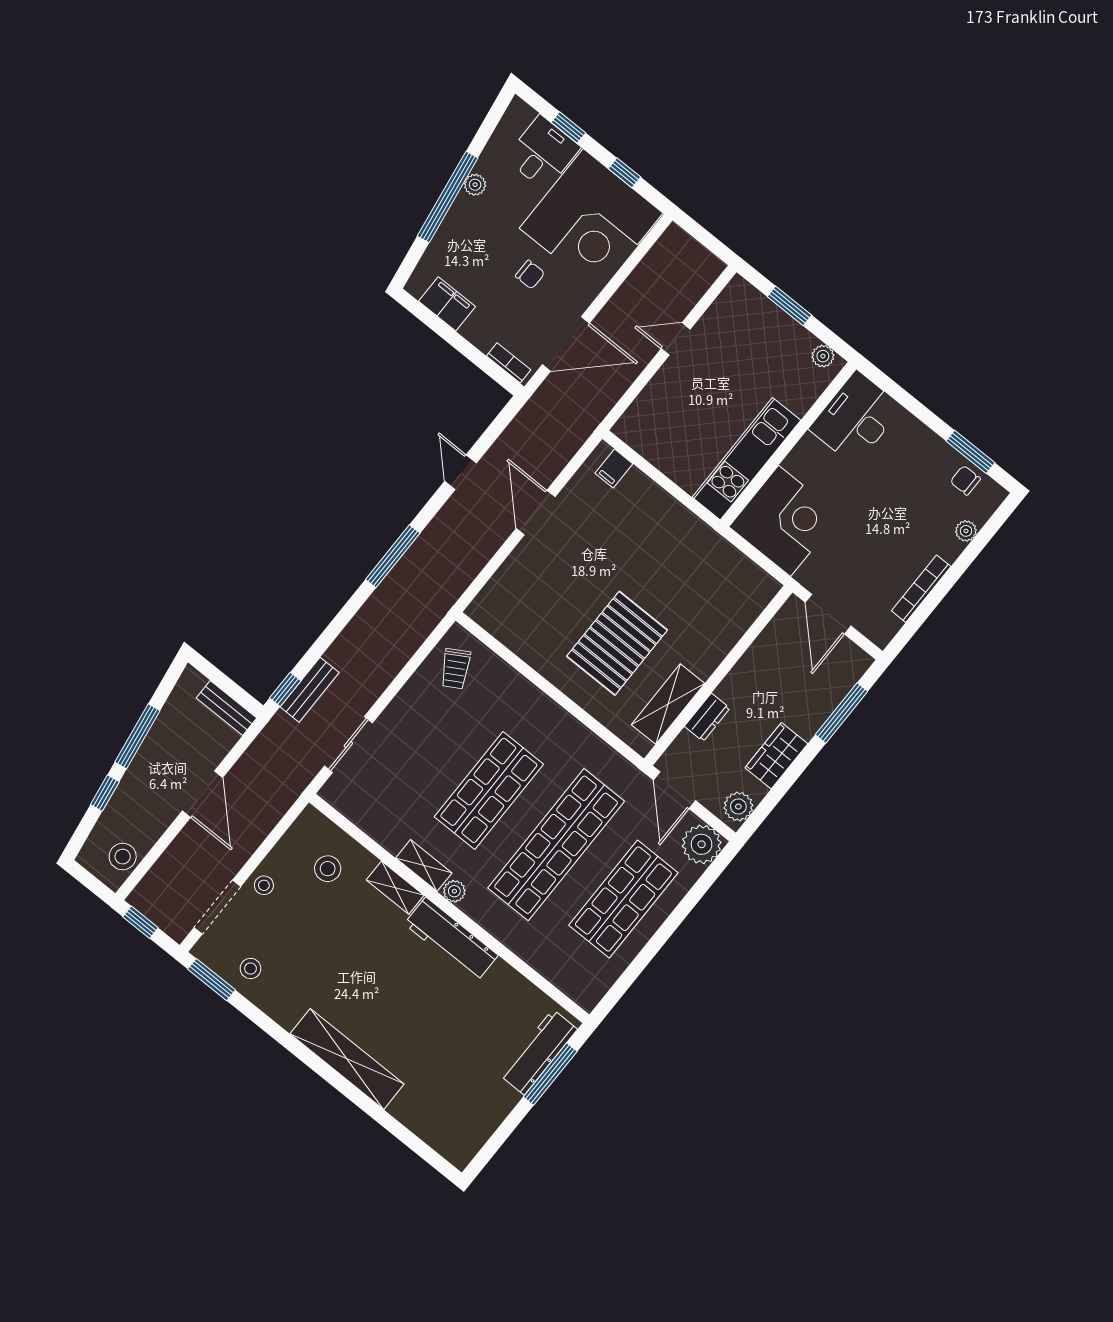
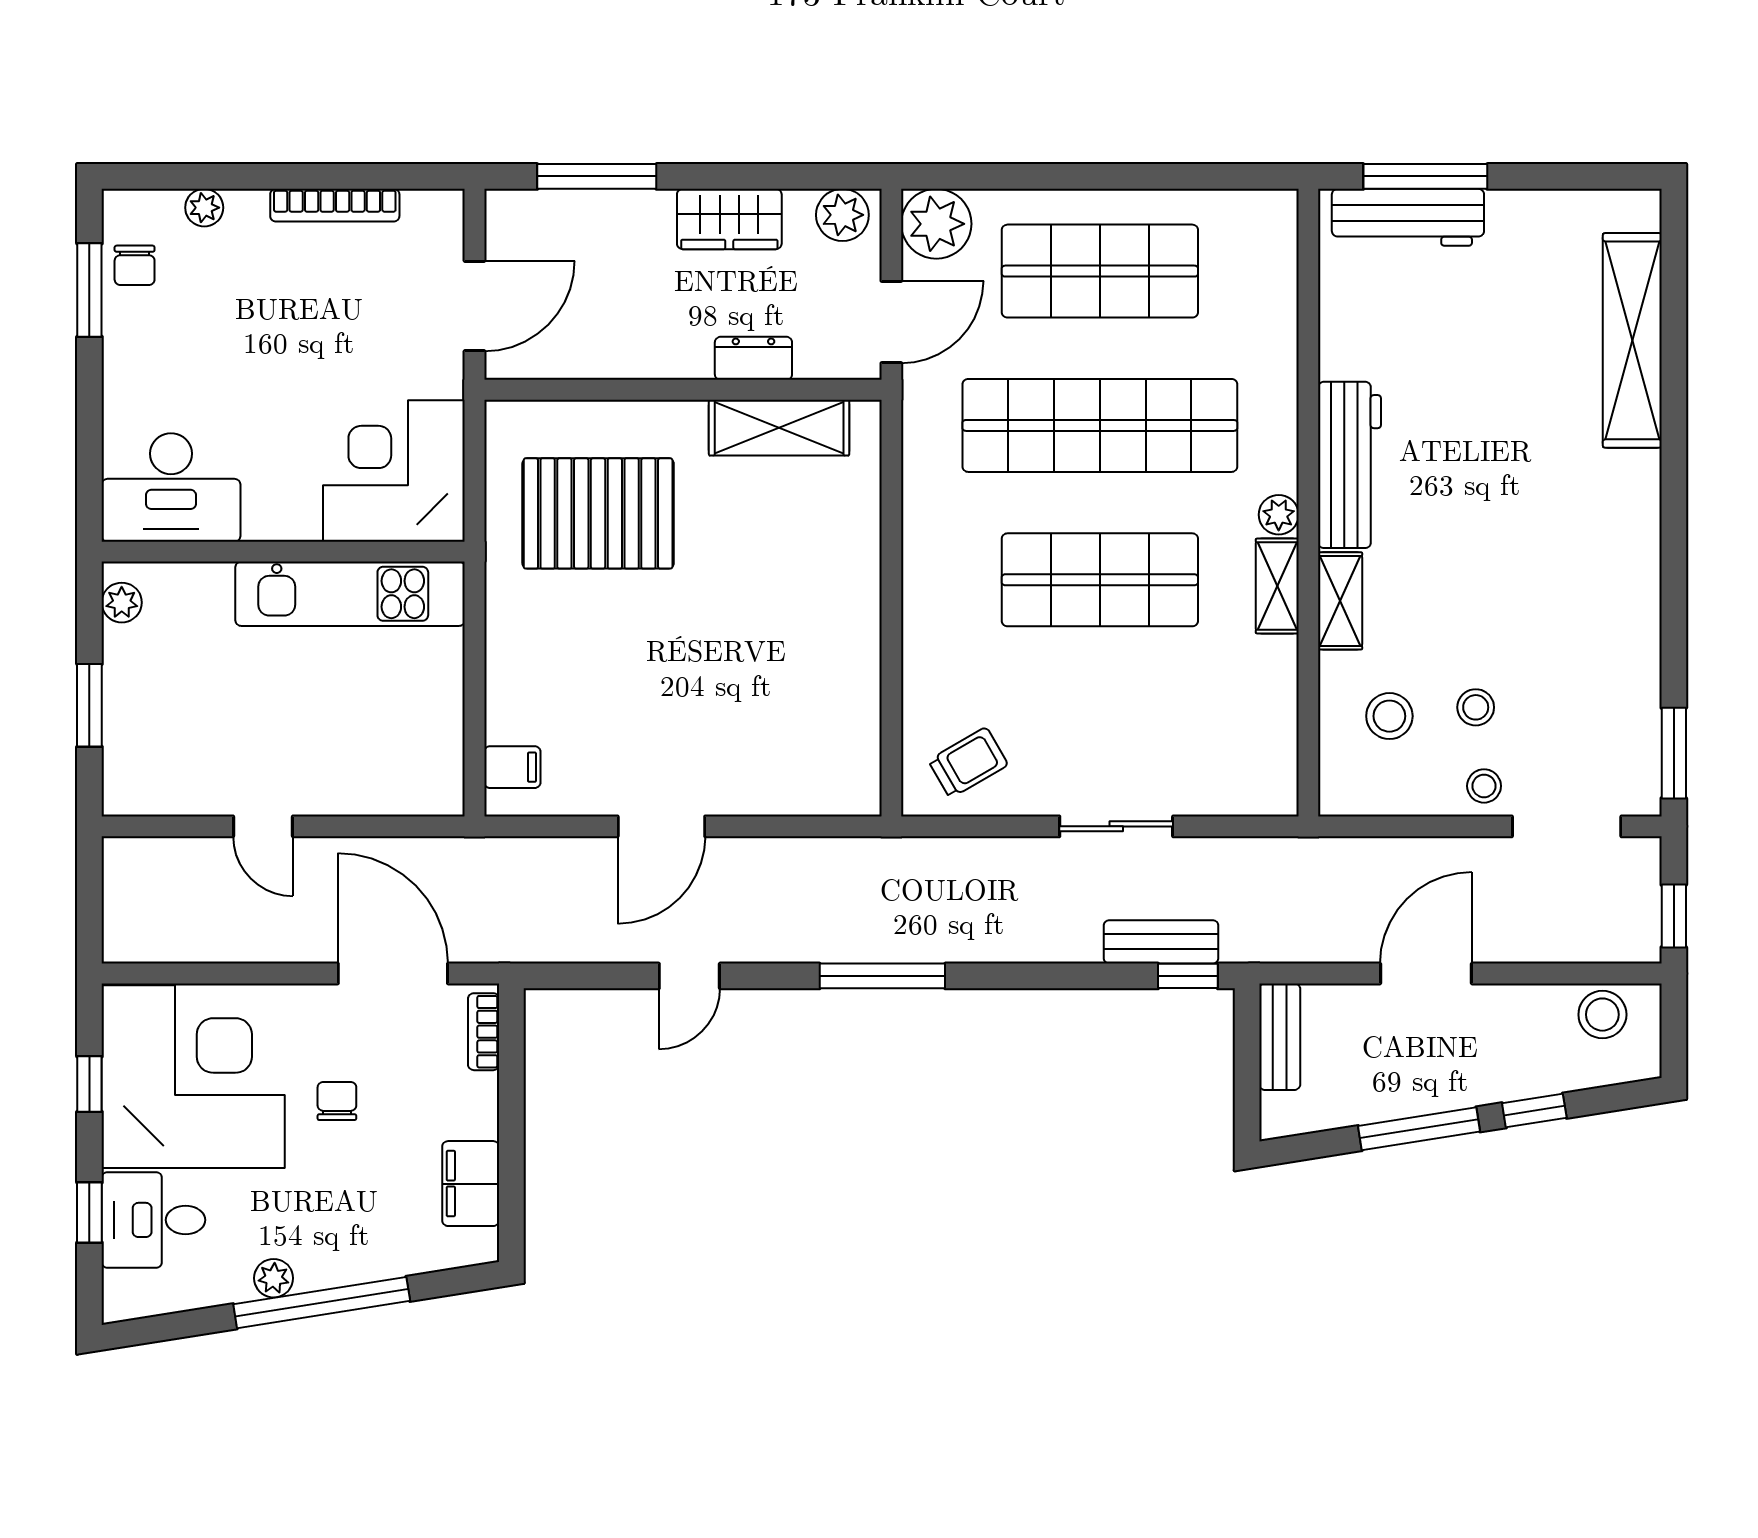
pallet: (617, 643) -> (598, 513), moved
sliding door: (348, 745) -> (1116, 826), moved
stool: (250, 968) -> (1476, 707), moved
shelving: (347, 1059) -> (1632, 340), moved

